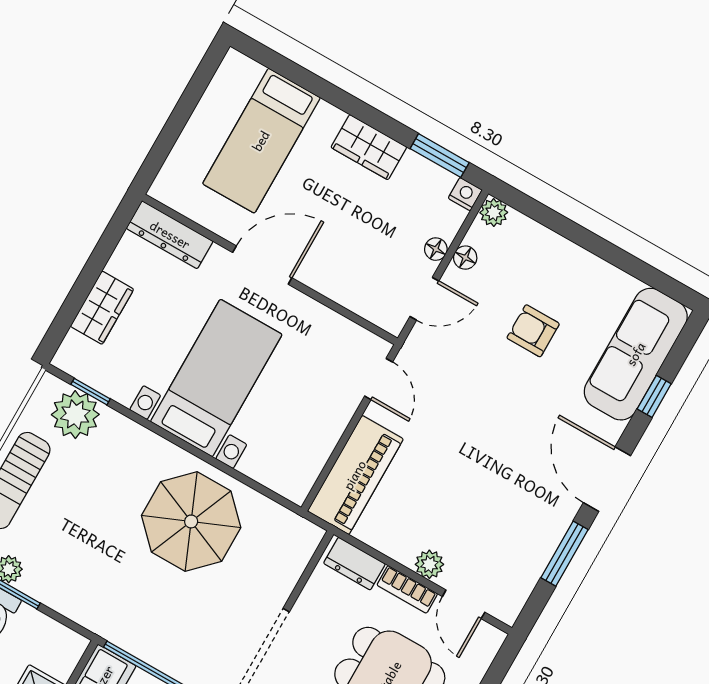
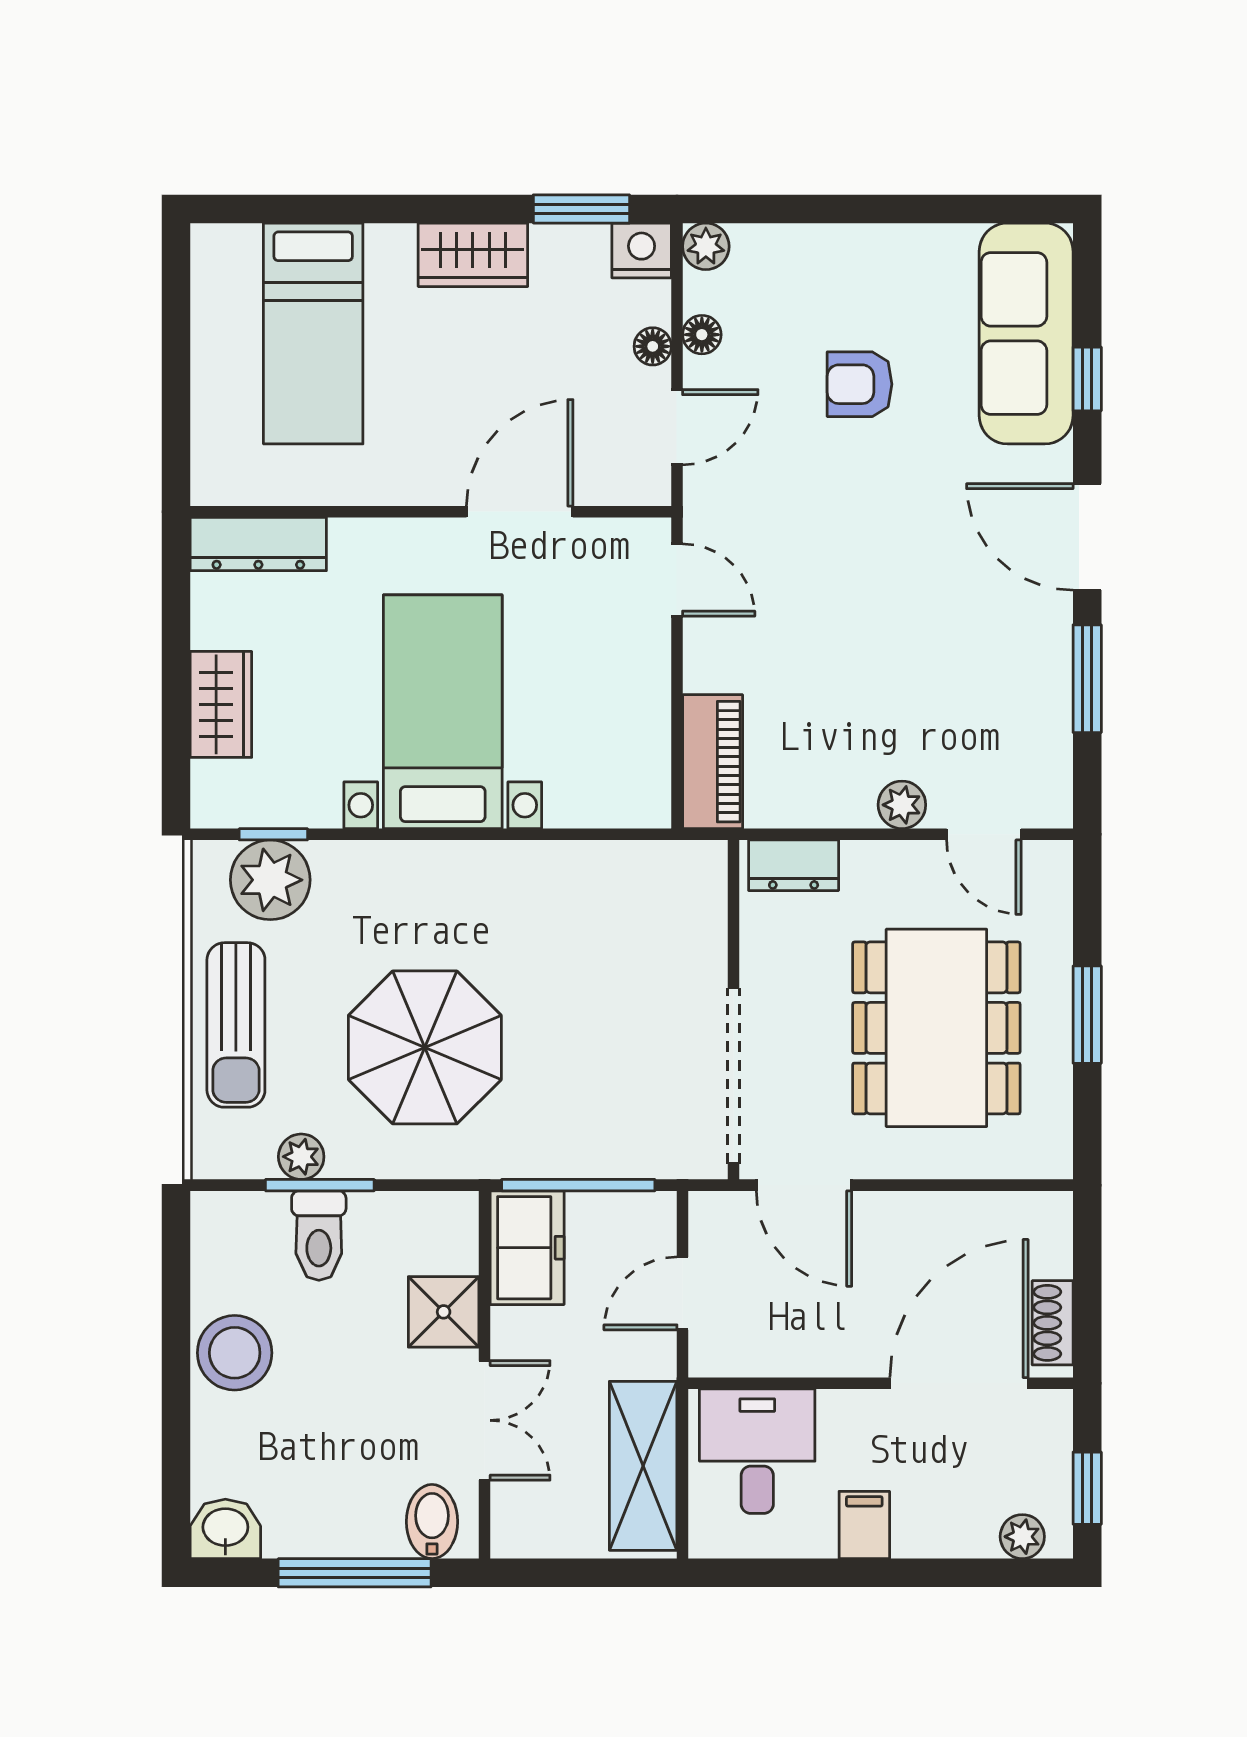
nightstand: (465, 194) -> (642, 250), width x1.39, depth x1.35
door: (262, 265) -> (520, 512), moved
piano: (355, 475) -> (713, 762), width x0.73, depth x0.75
parasol: (191, 521) -> (425, 1047), moved
bookcase: (407, 589) -> (891, 859), removed

